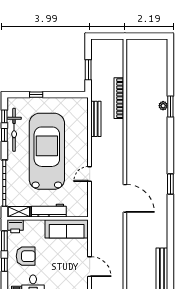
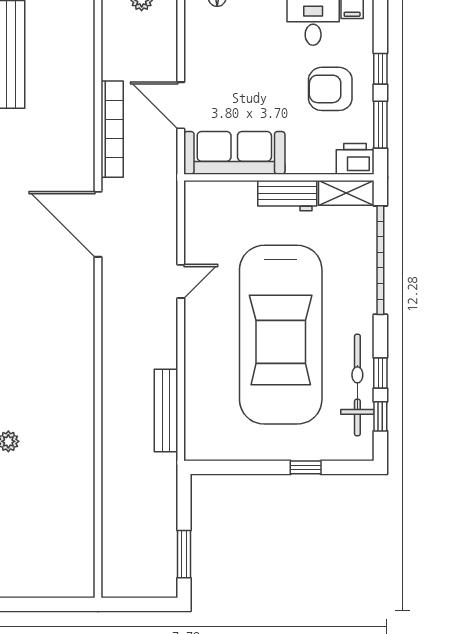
window: (88, 70) -> (184, 554), moved
bookcase: (119, 98) -> (112, 129), moved
workbench: (49, 211) -> (287, 196), width x0.73
door: (90, 267) -> (181, 105), moved

